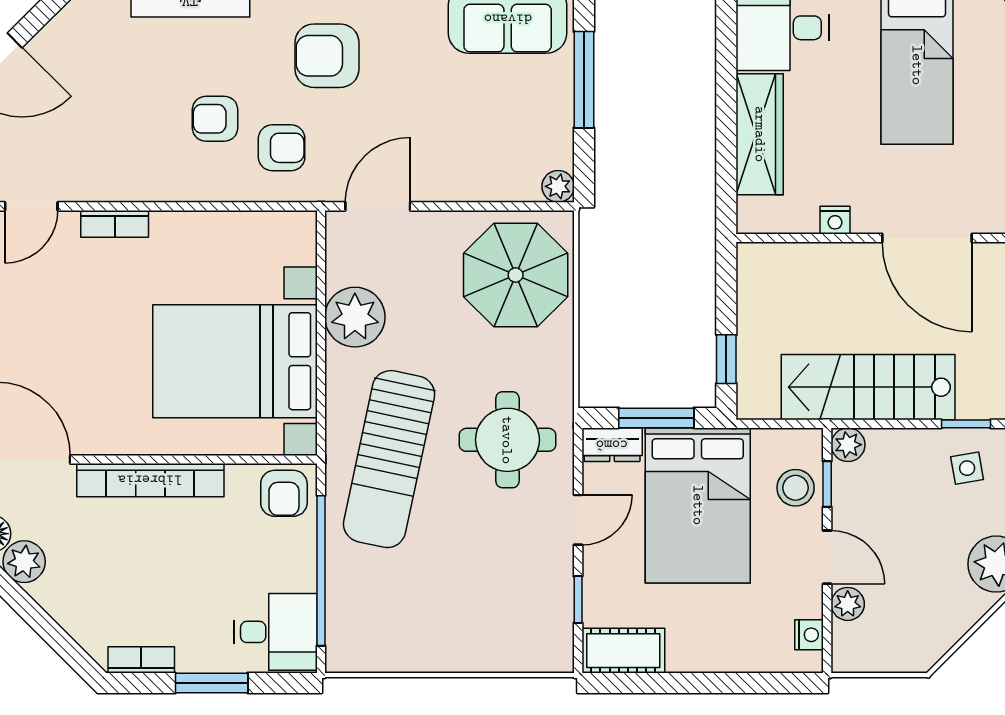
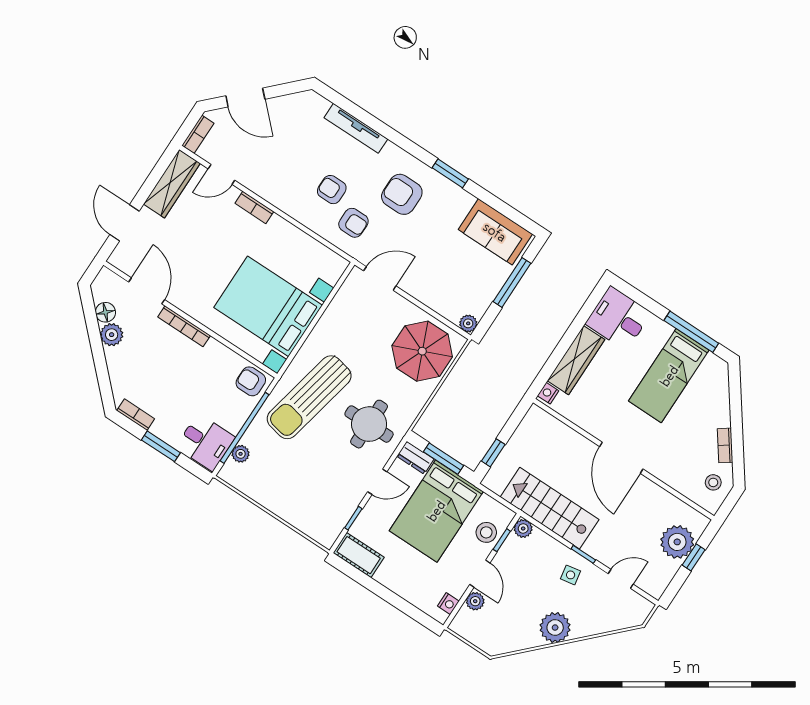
nightstand: (835, 220) -> (548, 393), moved, turned 90
plant: (355, 317) -> (241, 454), moved, width x0.53, depth x0.53
bookcase: (150, 480) -> (184, 326), width x0.68, depth x0.76
armchair: (284, 493) -> (251, 381), turned 90

